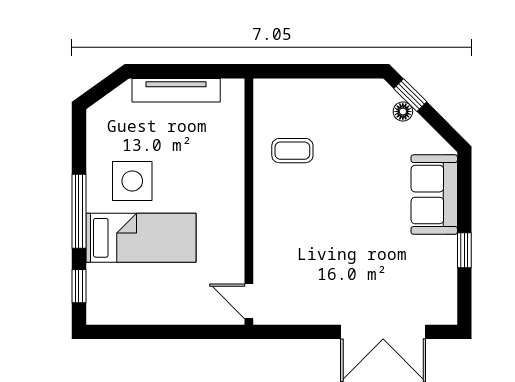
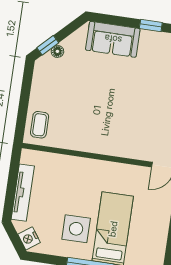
nightstand: (107, 110) -> (29, 238), added
coffee table: (292, 151) -> (40, 125), moved

